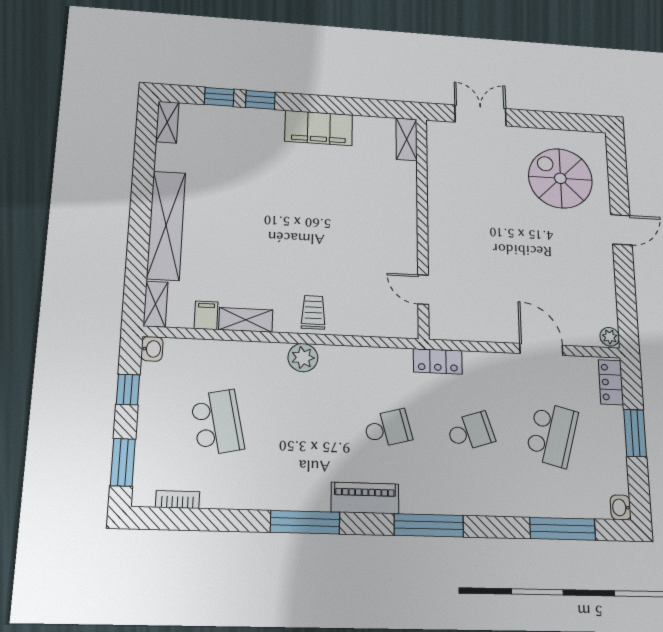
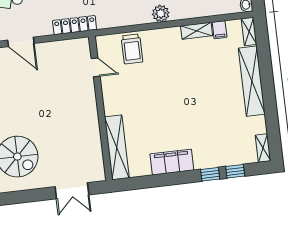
shelving: (407, 139) -> (117, 147), width x2.20, depth x1.33
trolley: (313, 312) -> (132, 49), moved, width x1.36, depth x1.39
locker: (438, 361) -> (75, 25), width x1.53

